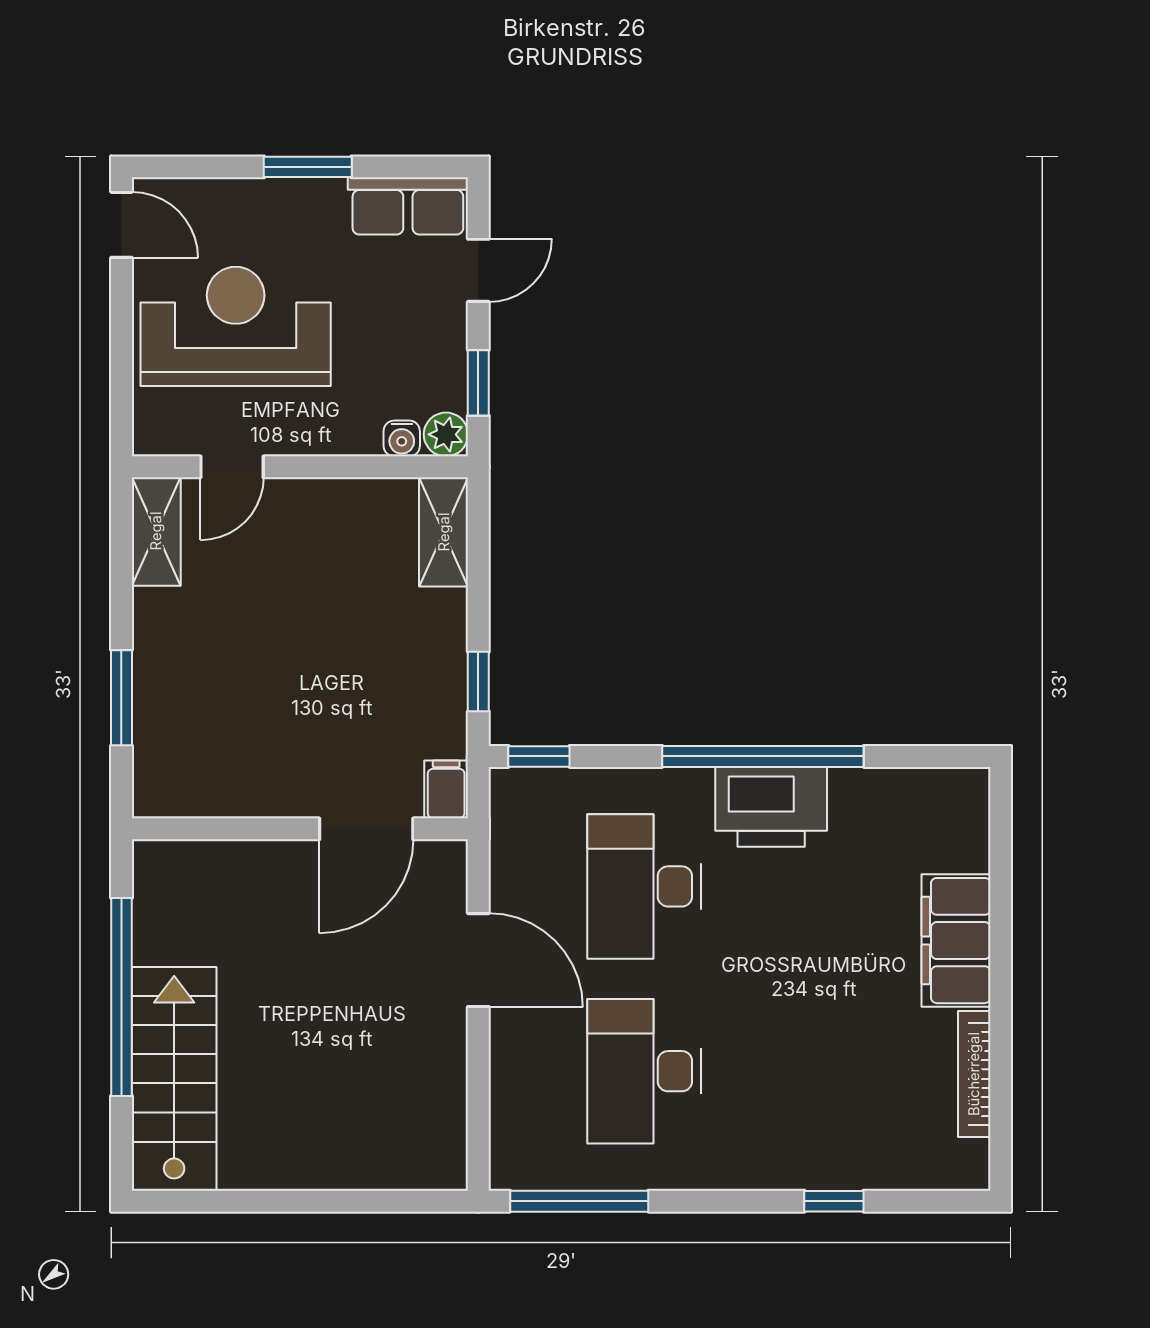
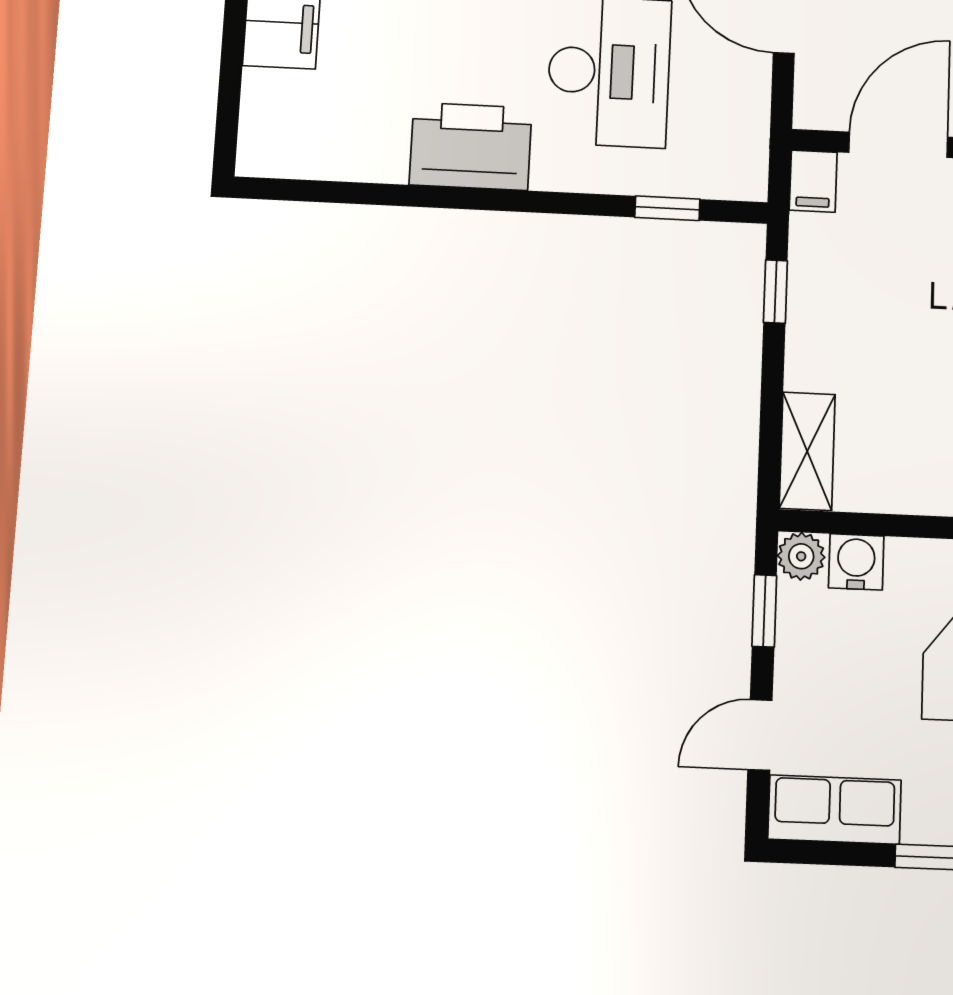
water cooler: (402, 438) -> (856, 562), width x1.38, depth x1.38
window: (539, 756) -> (667, 208), moved
window: (763, 756) -> (476, 199), removed

